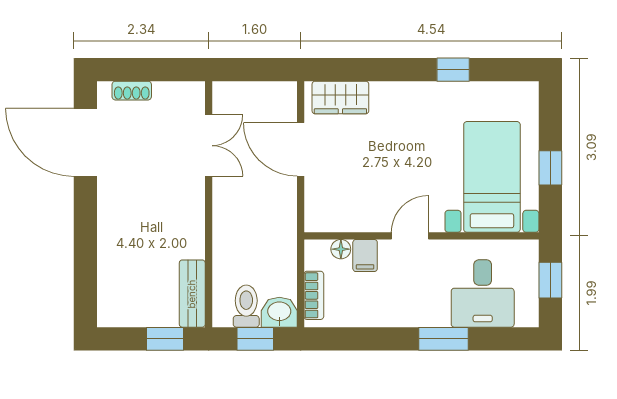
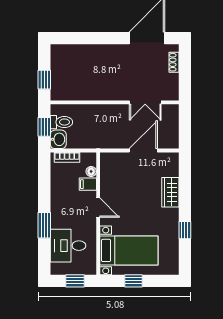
wardrobe: (340, 97) -> (170, 192), moved
bench: (192, 294) -> (68, 94), removed

